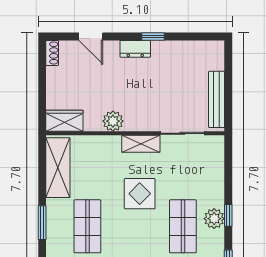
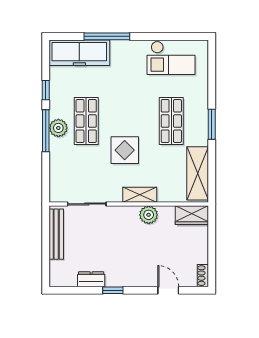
dresser: (135, 49) -> (91, 279), moved
shelving: (141, 144) -> (140, 195), moved
window: (228, 215) -> (46, 131), width x2.17

